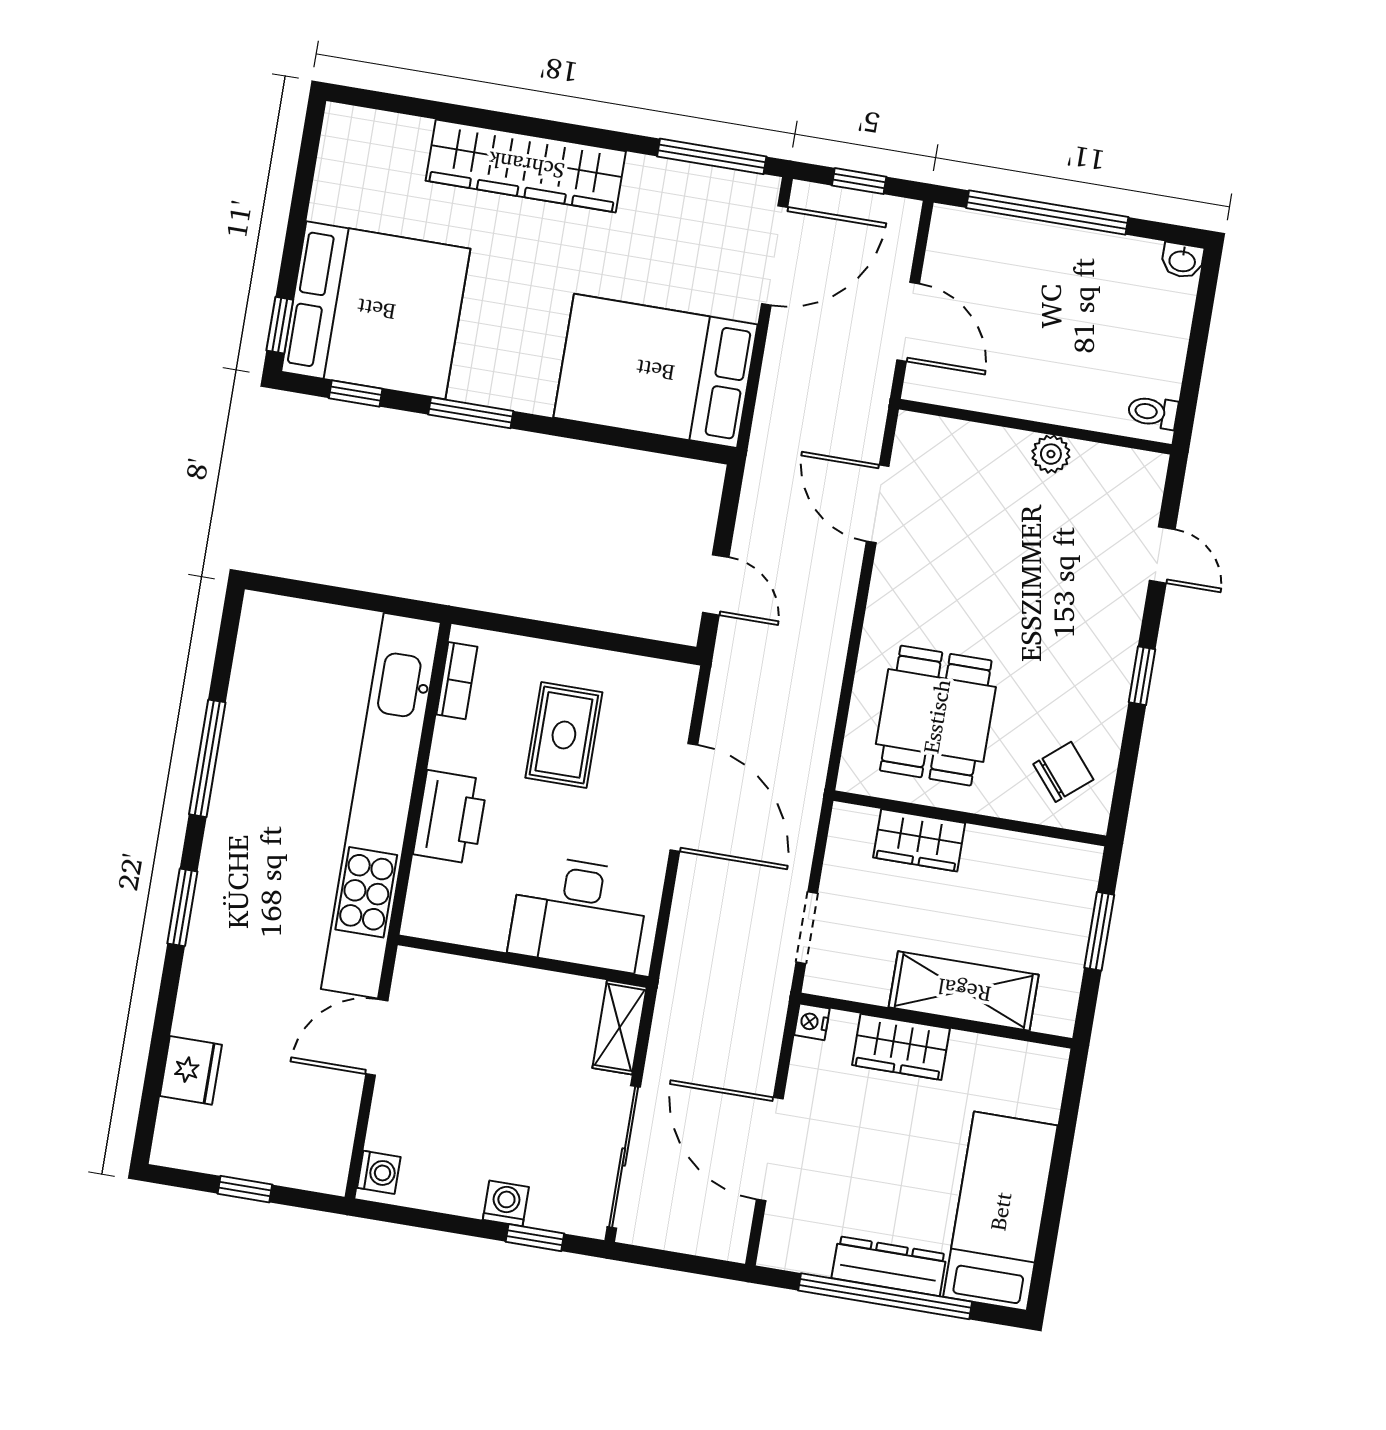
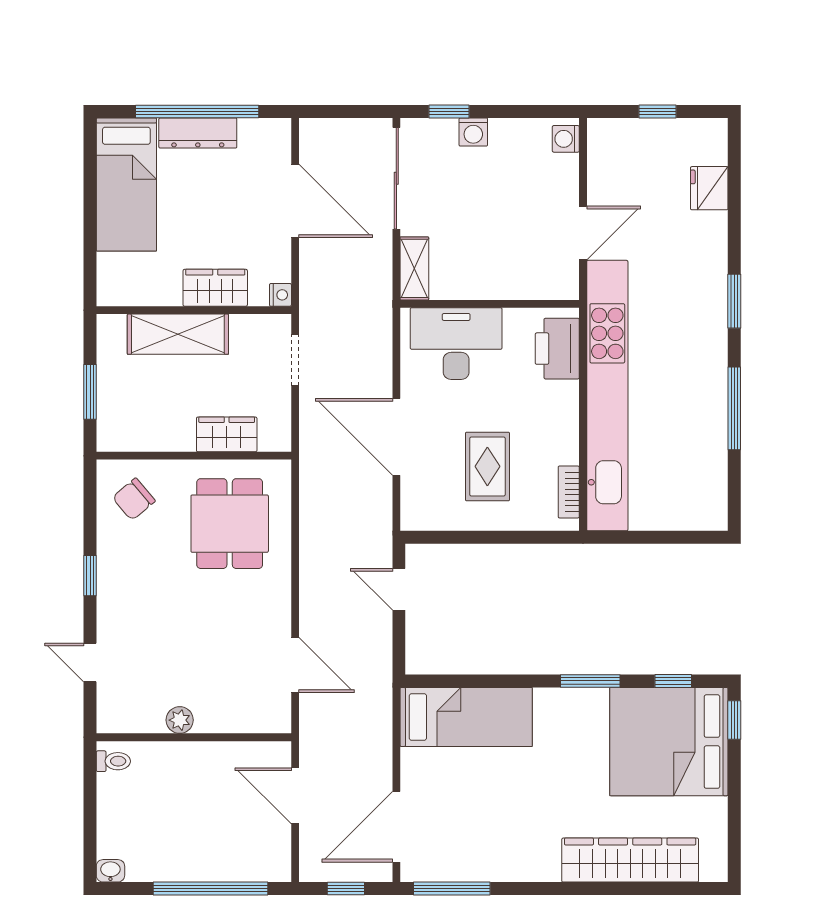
wardrobe: (526, 166) -> (630, 860), moved
bed: (655, 371) -> (466, 717), width x0.67
printer: (450, 817) -> (557, 349), moved

